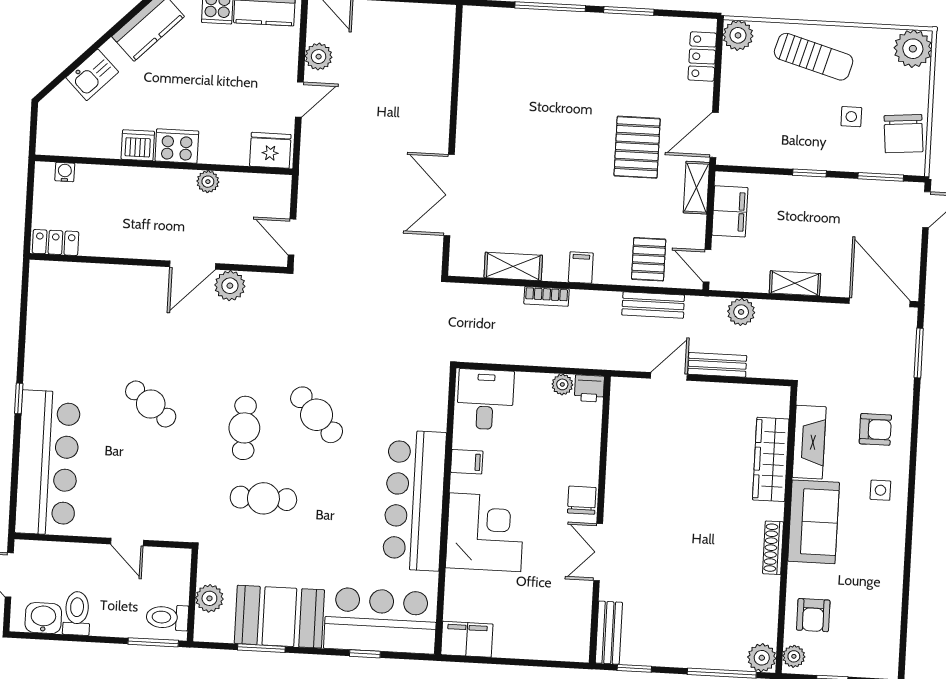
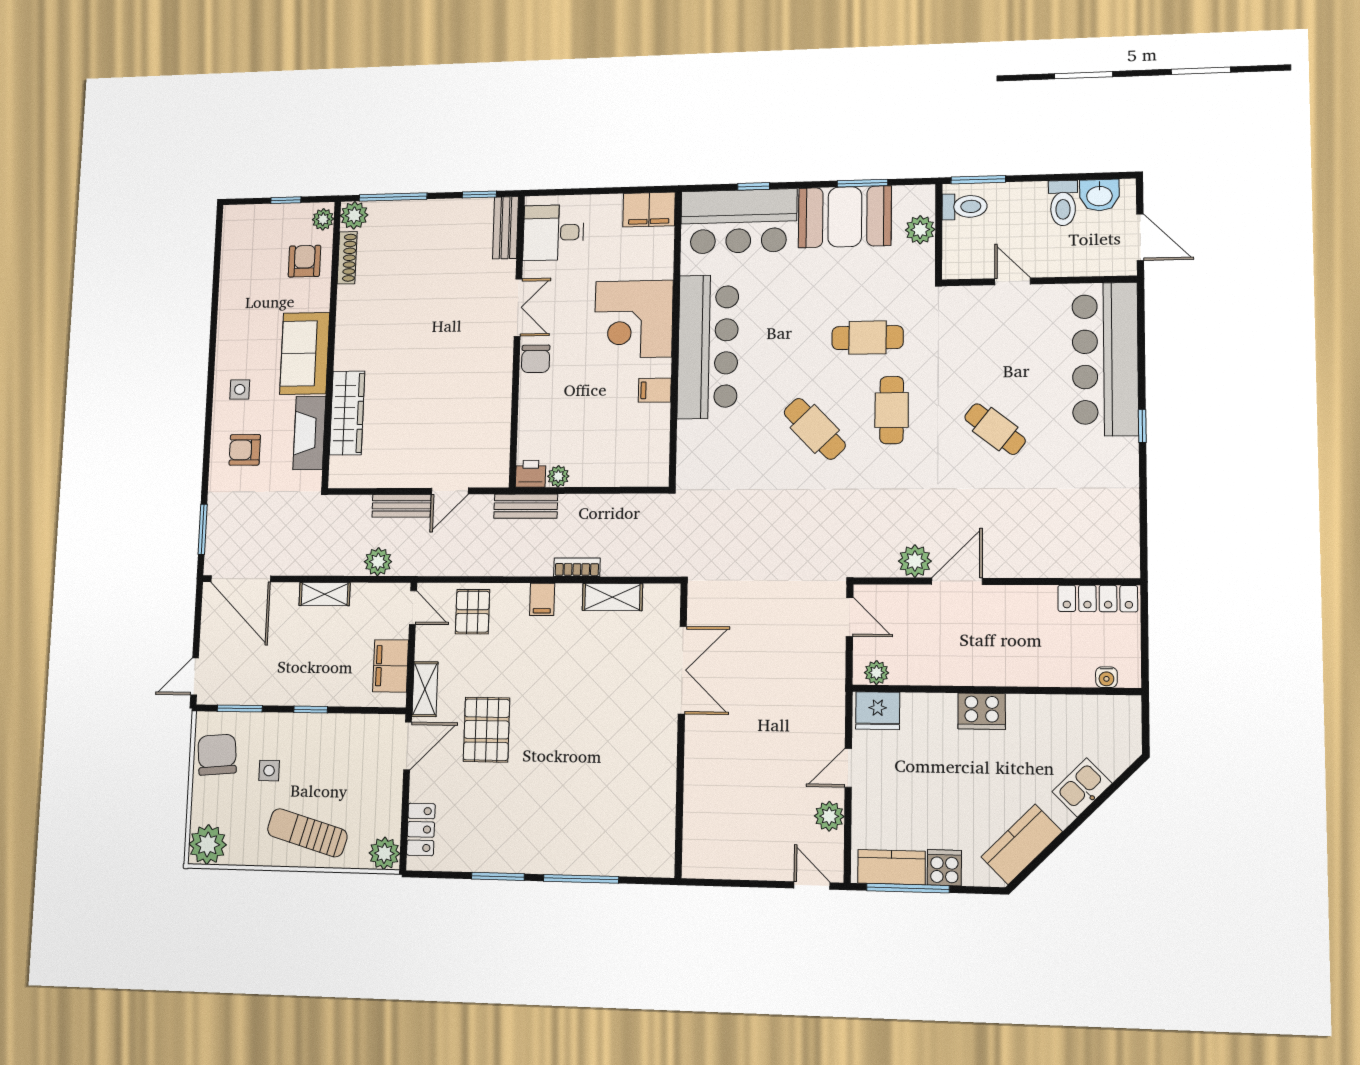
dishwasher: (138, 145) -> (1026, 710), removed
plant: (208, 182) -> (877, 673), moved
locker: (55, 242) -> (1098, 598), width x1.53
bench: (653, 305) -> (526, 506), moved
desk: (485, 399) -> (553, 233), moved, turned 90
shoe rack: (773, 548) -> (347, 258), moved

